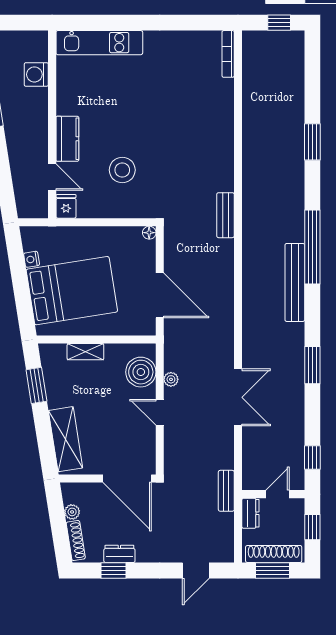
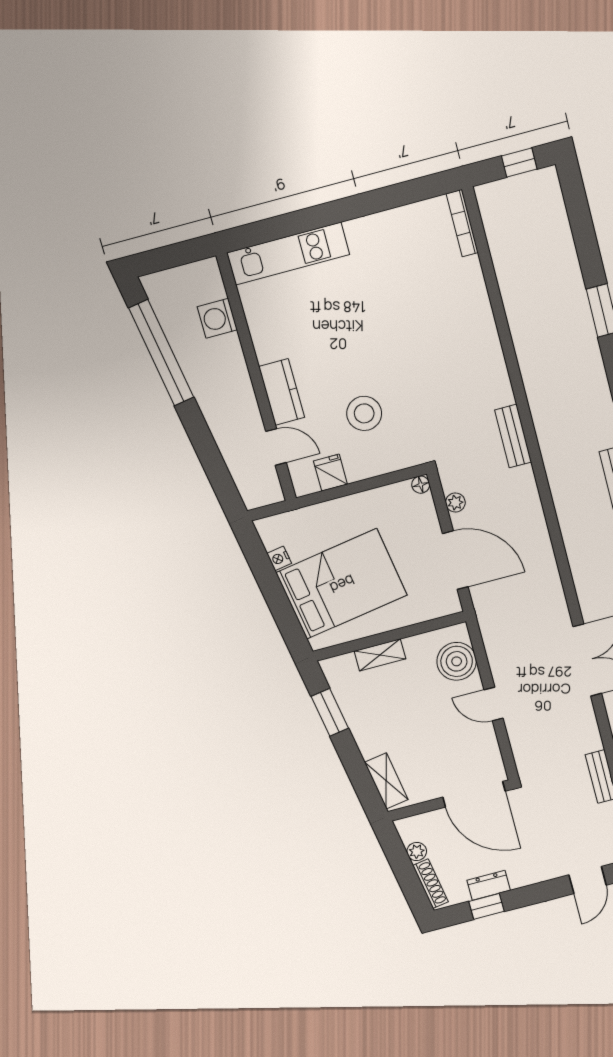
fridge: (66, 206) -> (330, 473), moved
plant: (171, 379) -> (455, 503), moved
shelving: (66, 439) -> (386, 781), width x0.67, depth x0.75

